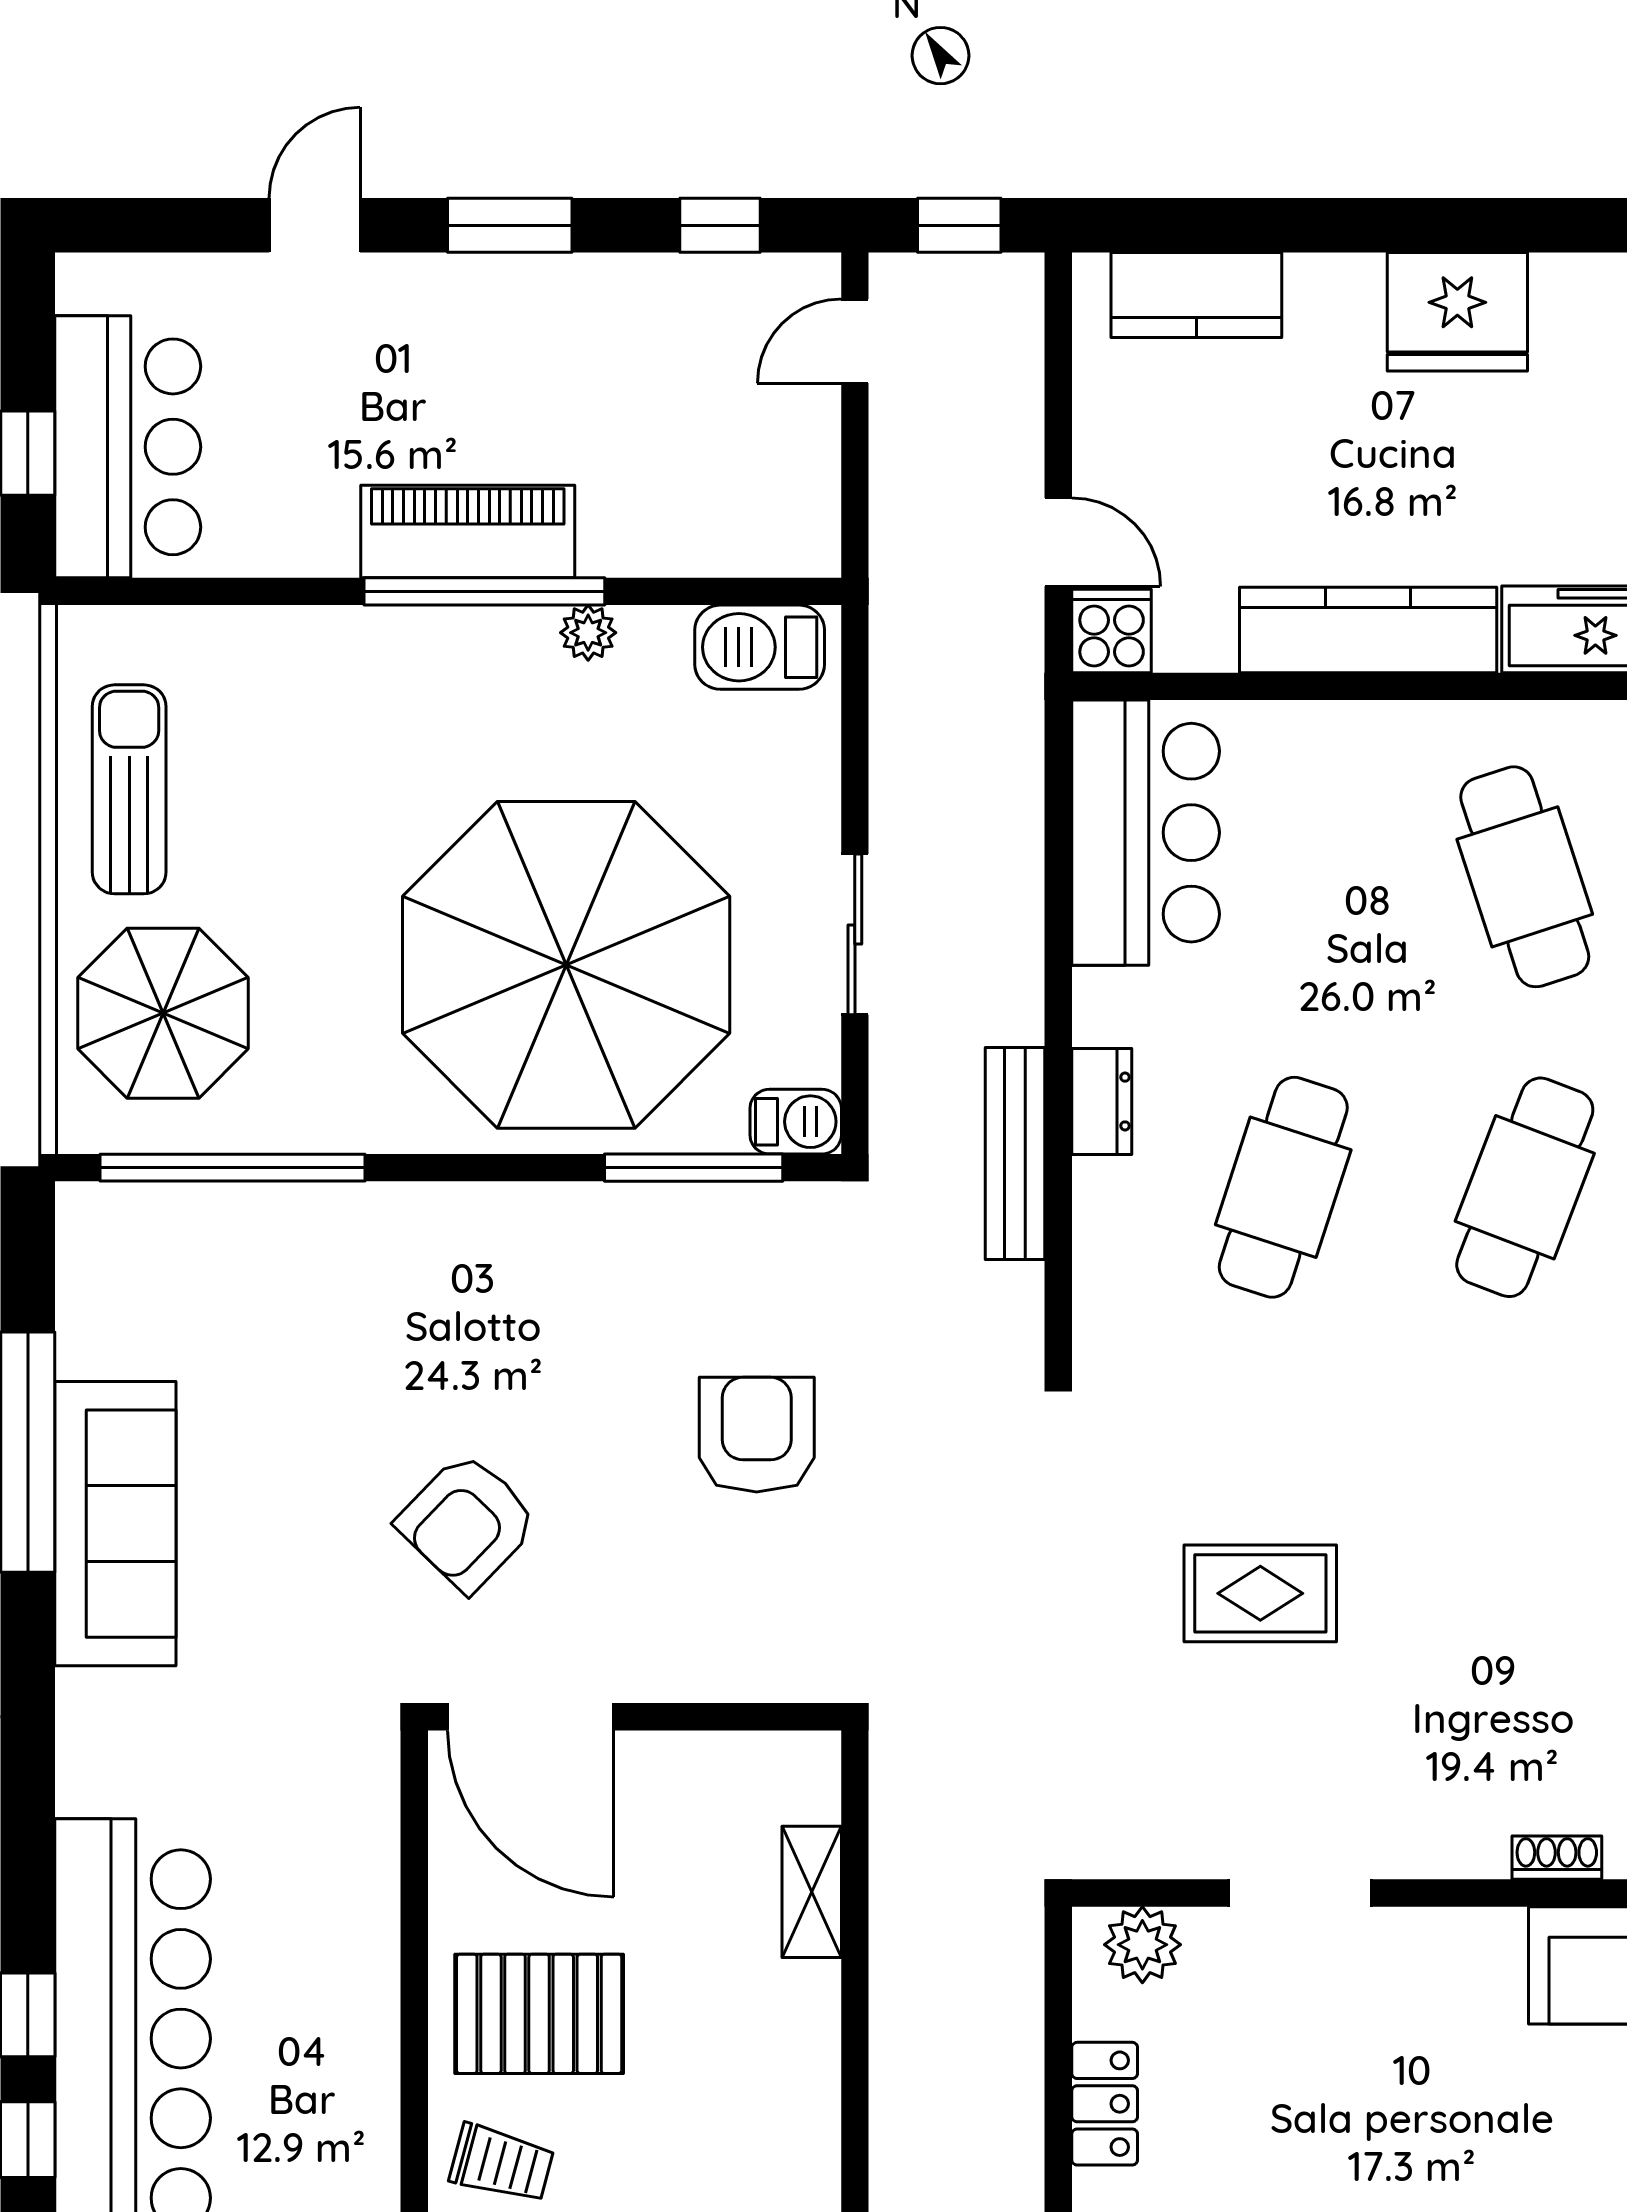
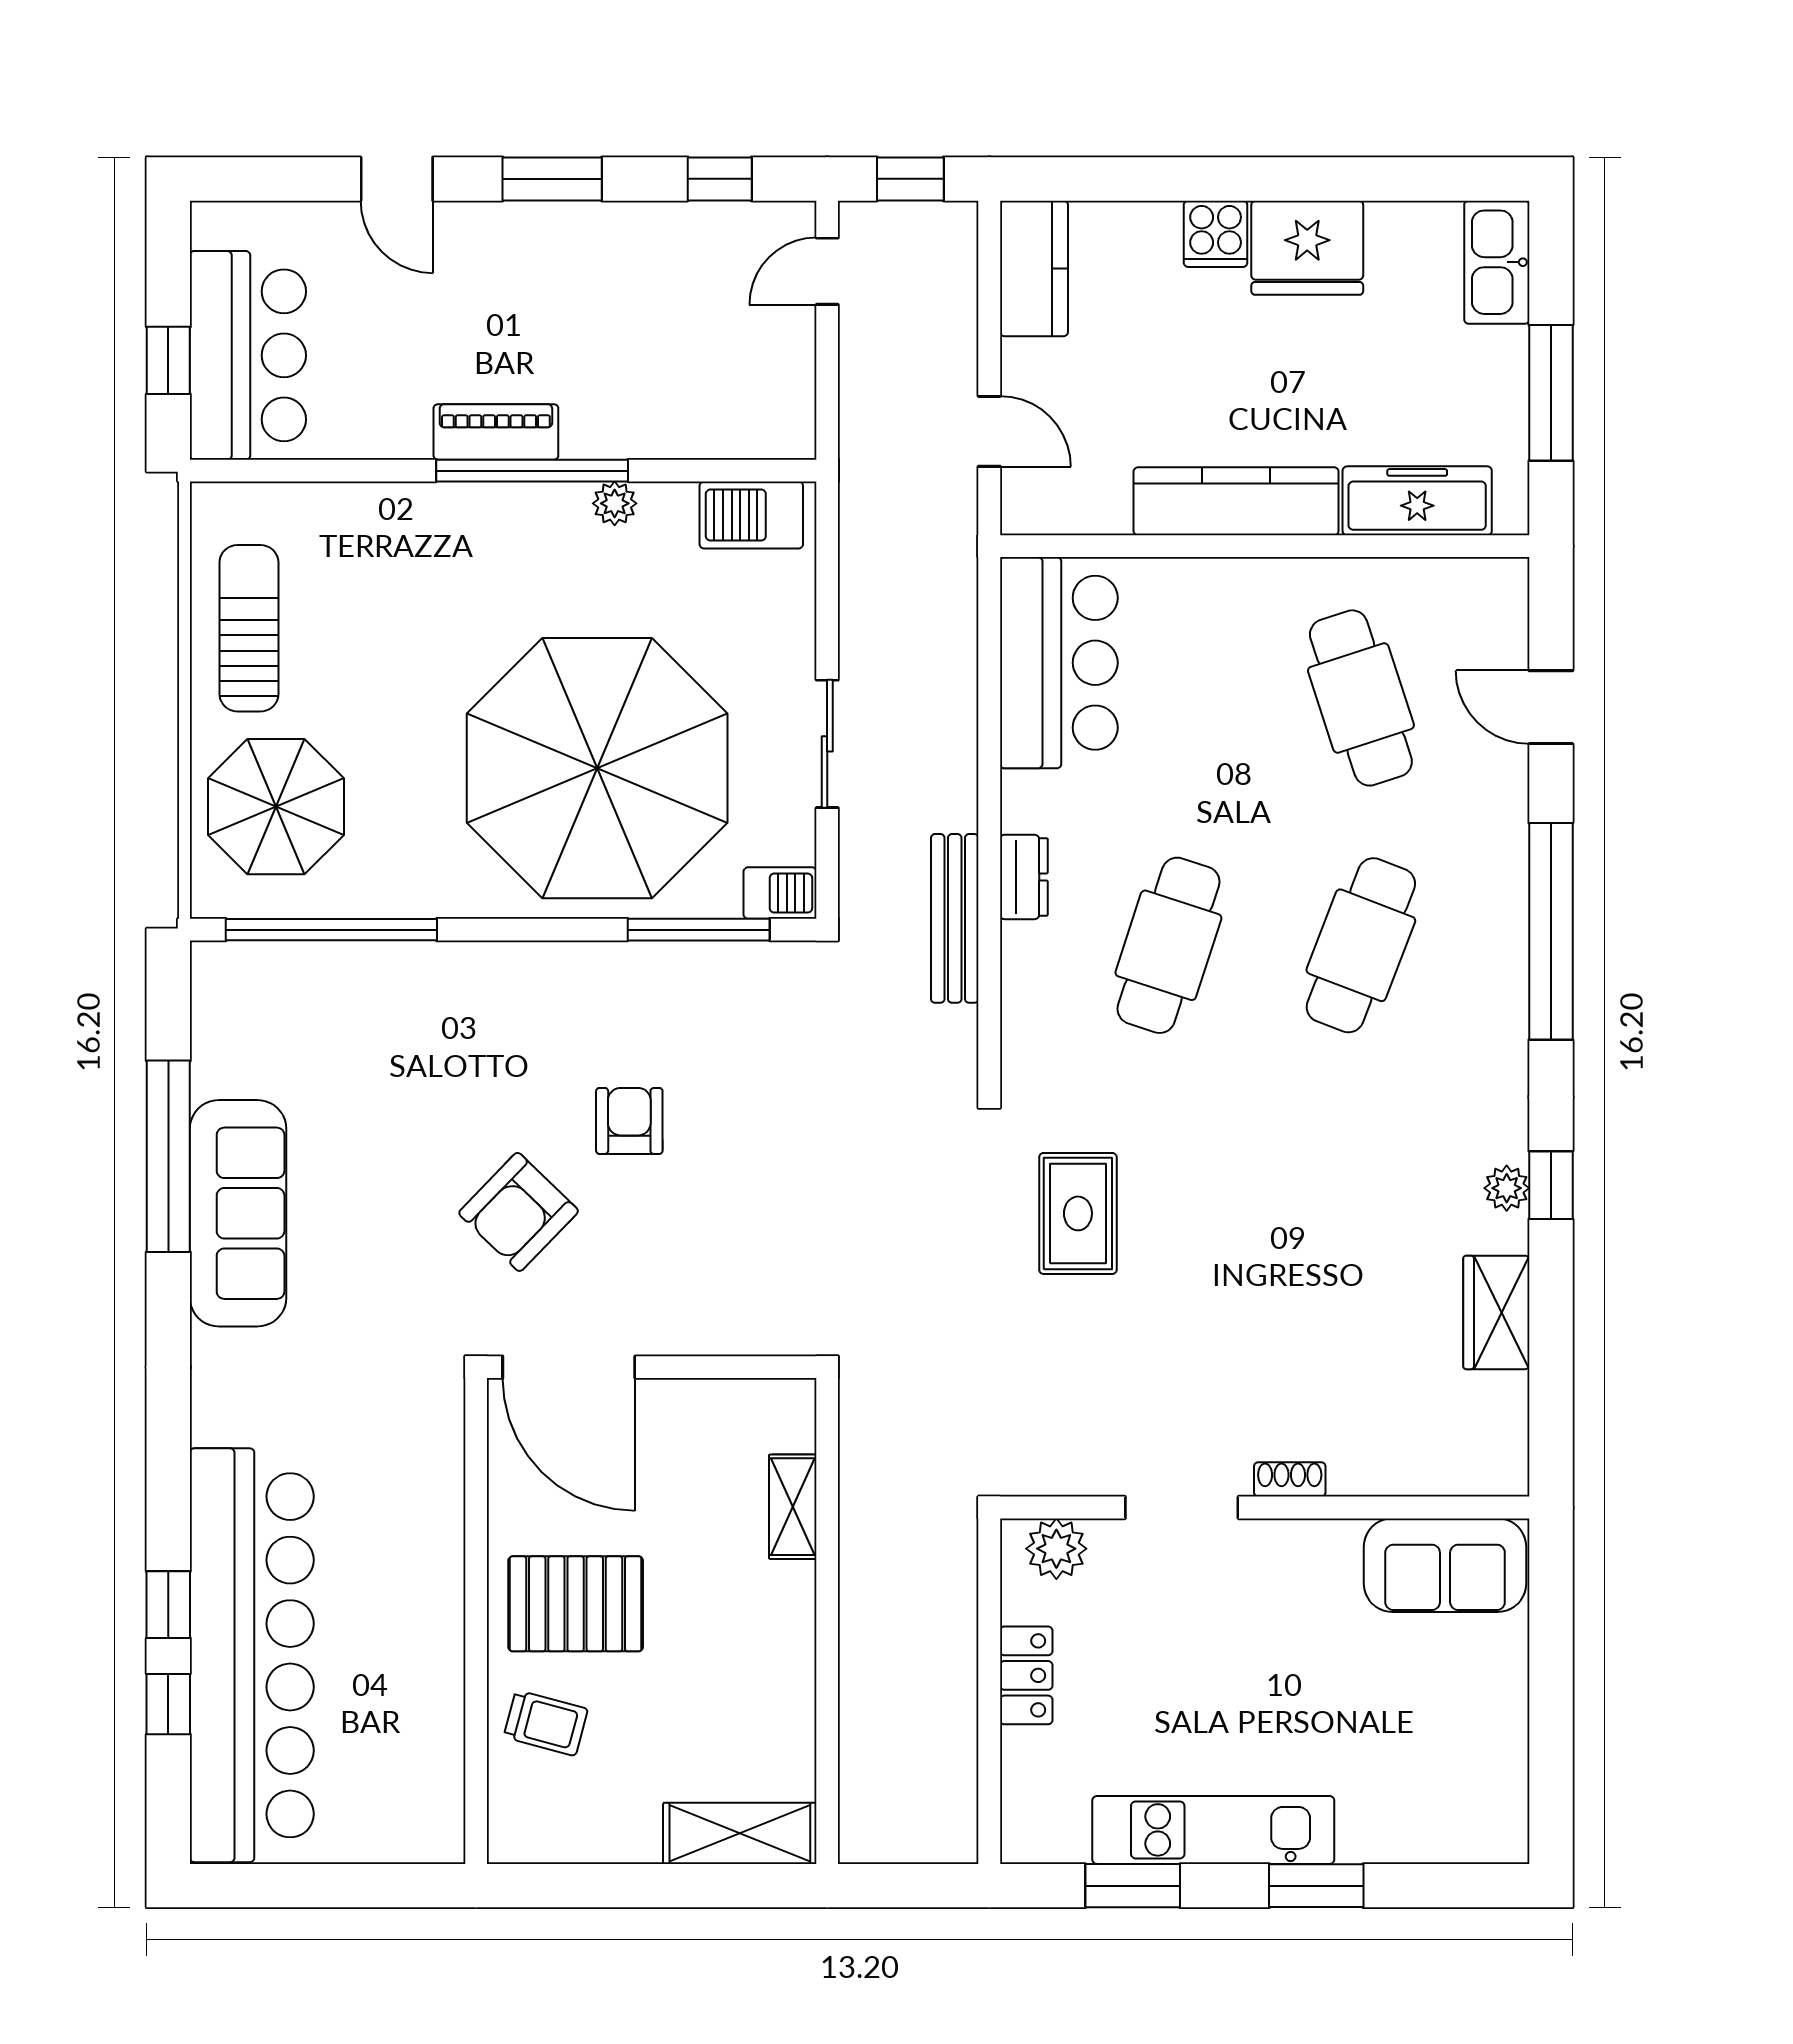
door: (315, 225) -> (397, 179), swing flipped
kitchen counter: (1196, 295) -> (1034, 268), moved, turned -90
piano: (468, 531) -> (496, 432), width x0.73, depth x0.75
cooker: (1112, 631) -> (1216, 234), moved, turned 180
armchair: (757, 1435) -> (629, 1121), moved, width x0.72, depth x0.72
rug: (1260, 1593) -> (1078, 1213), moved, turned 90
shoe rack: (1557, 1858) -> (1290, 1479), moved

